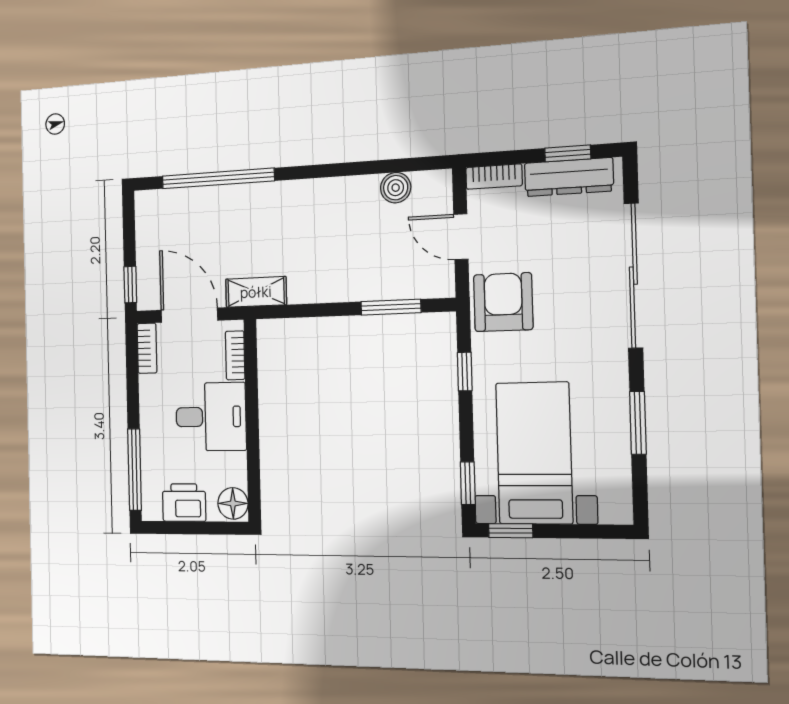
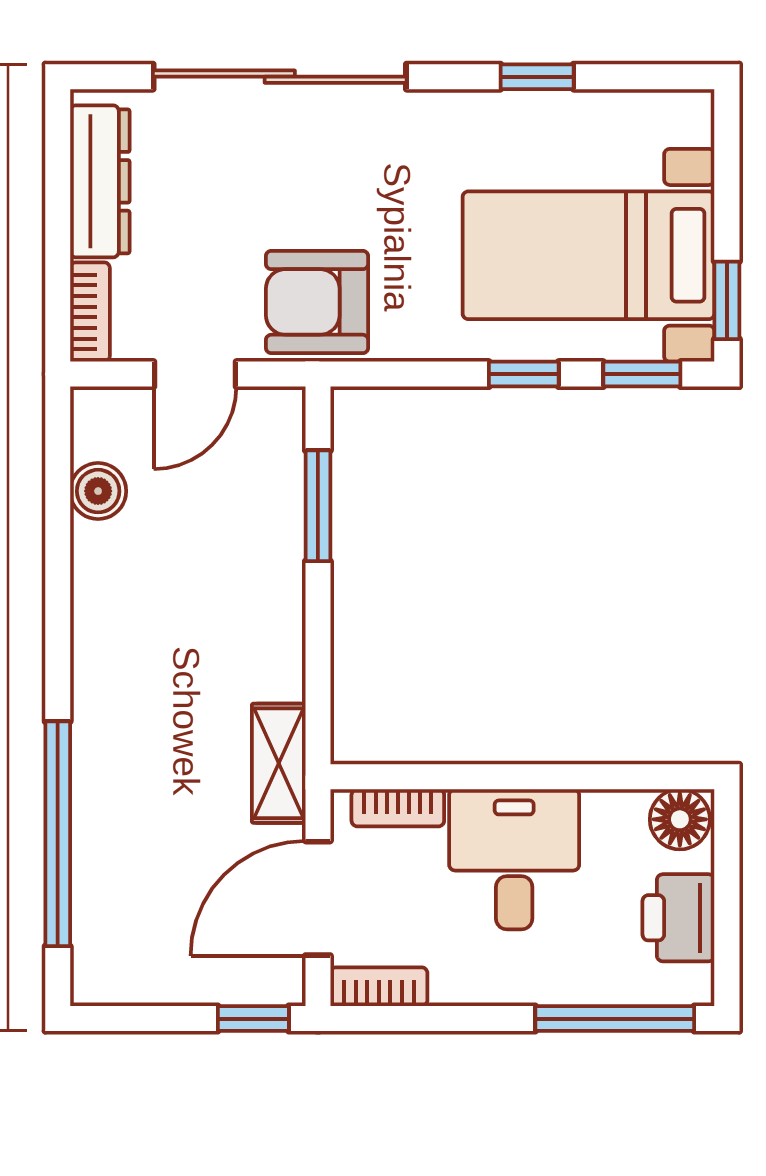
window: (568, 153) -> (58, 182), removed
window: (465, 372) -> (524, 374), moved
window: (638, 423) -> (537, 77), width x0.67

